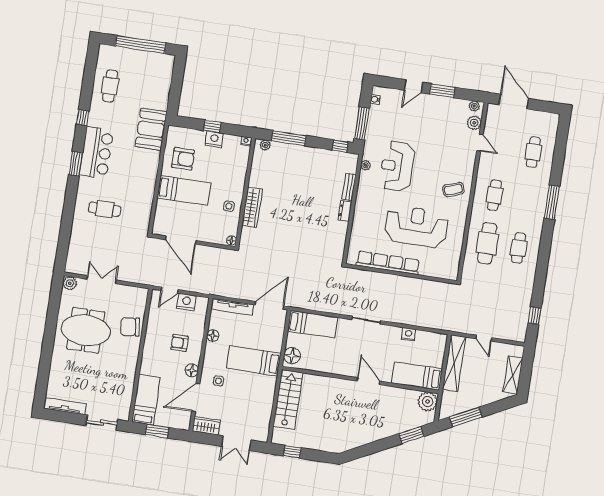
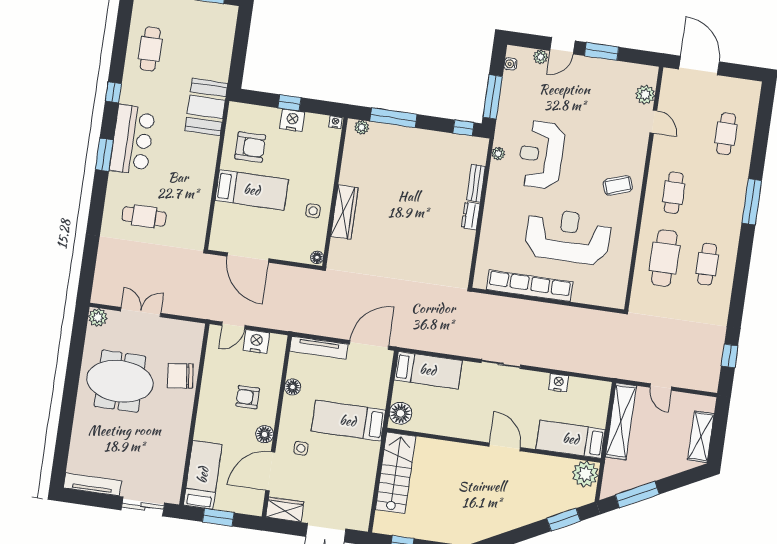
plant: (474, 106) -> (541, 57), moved

